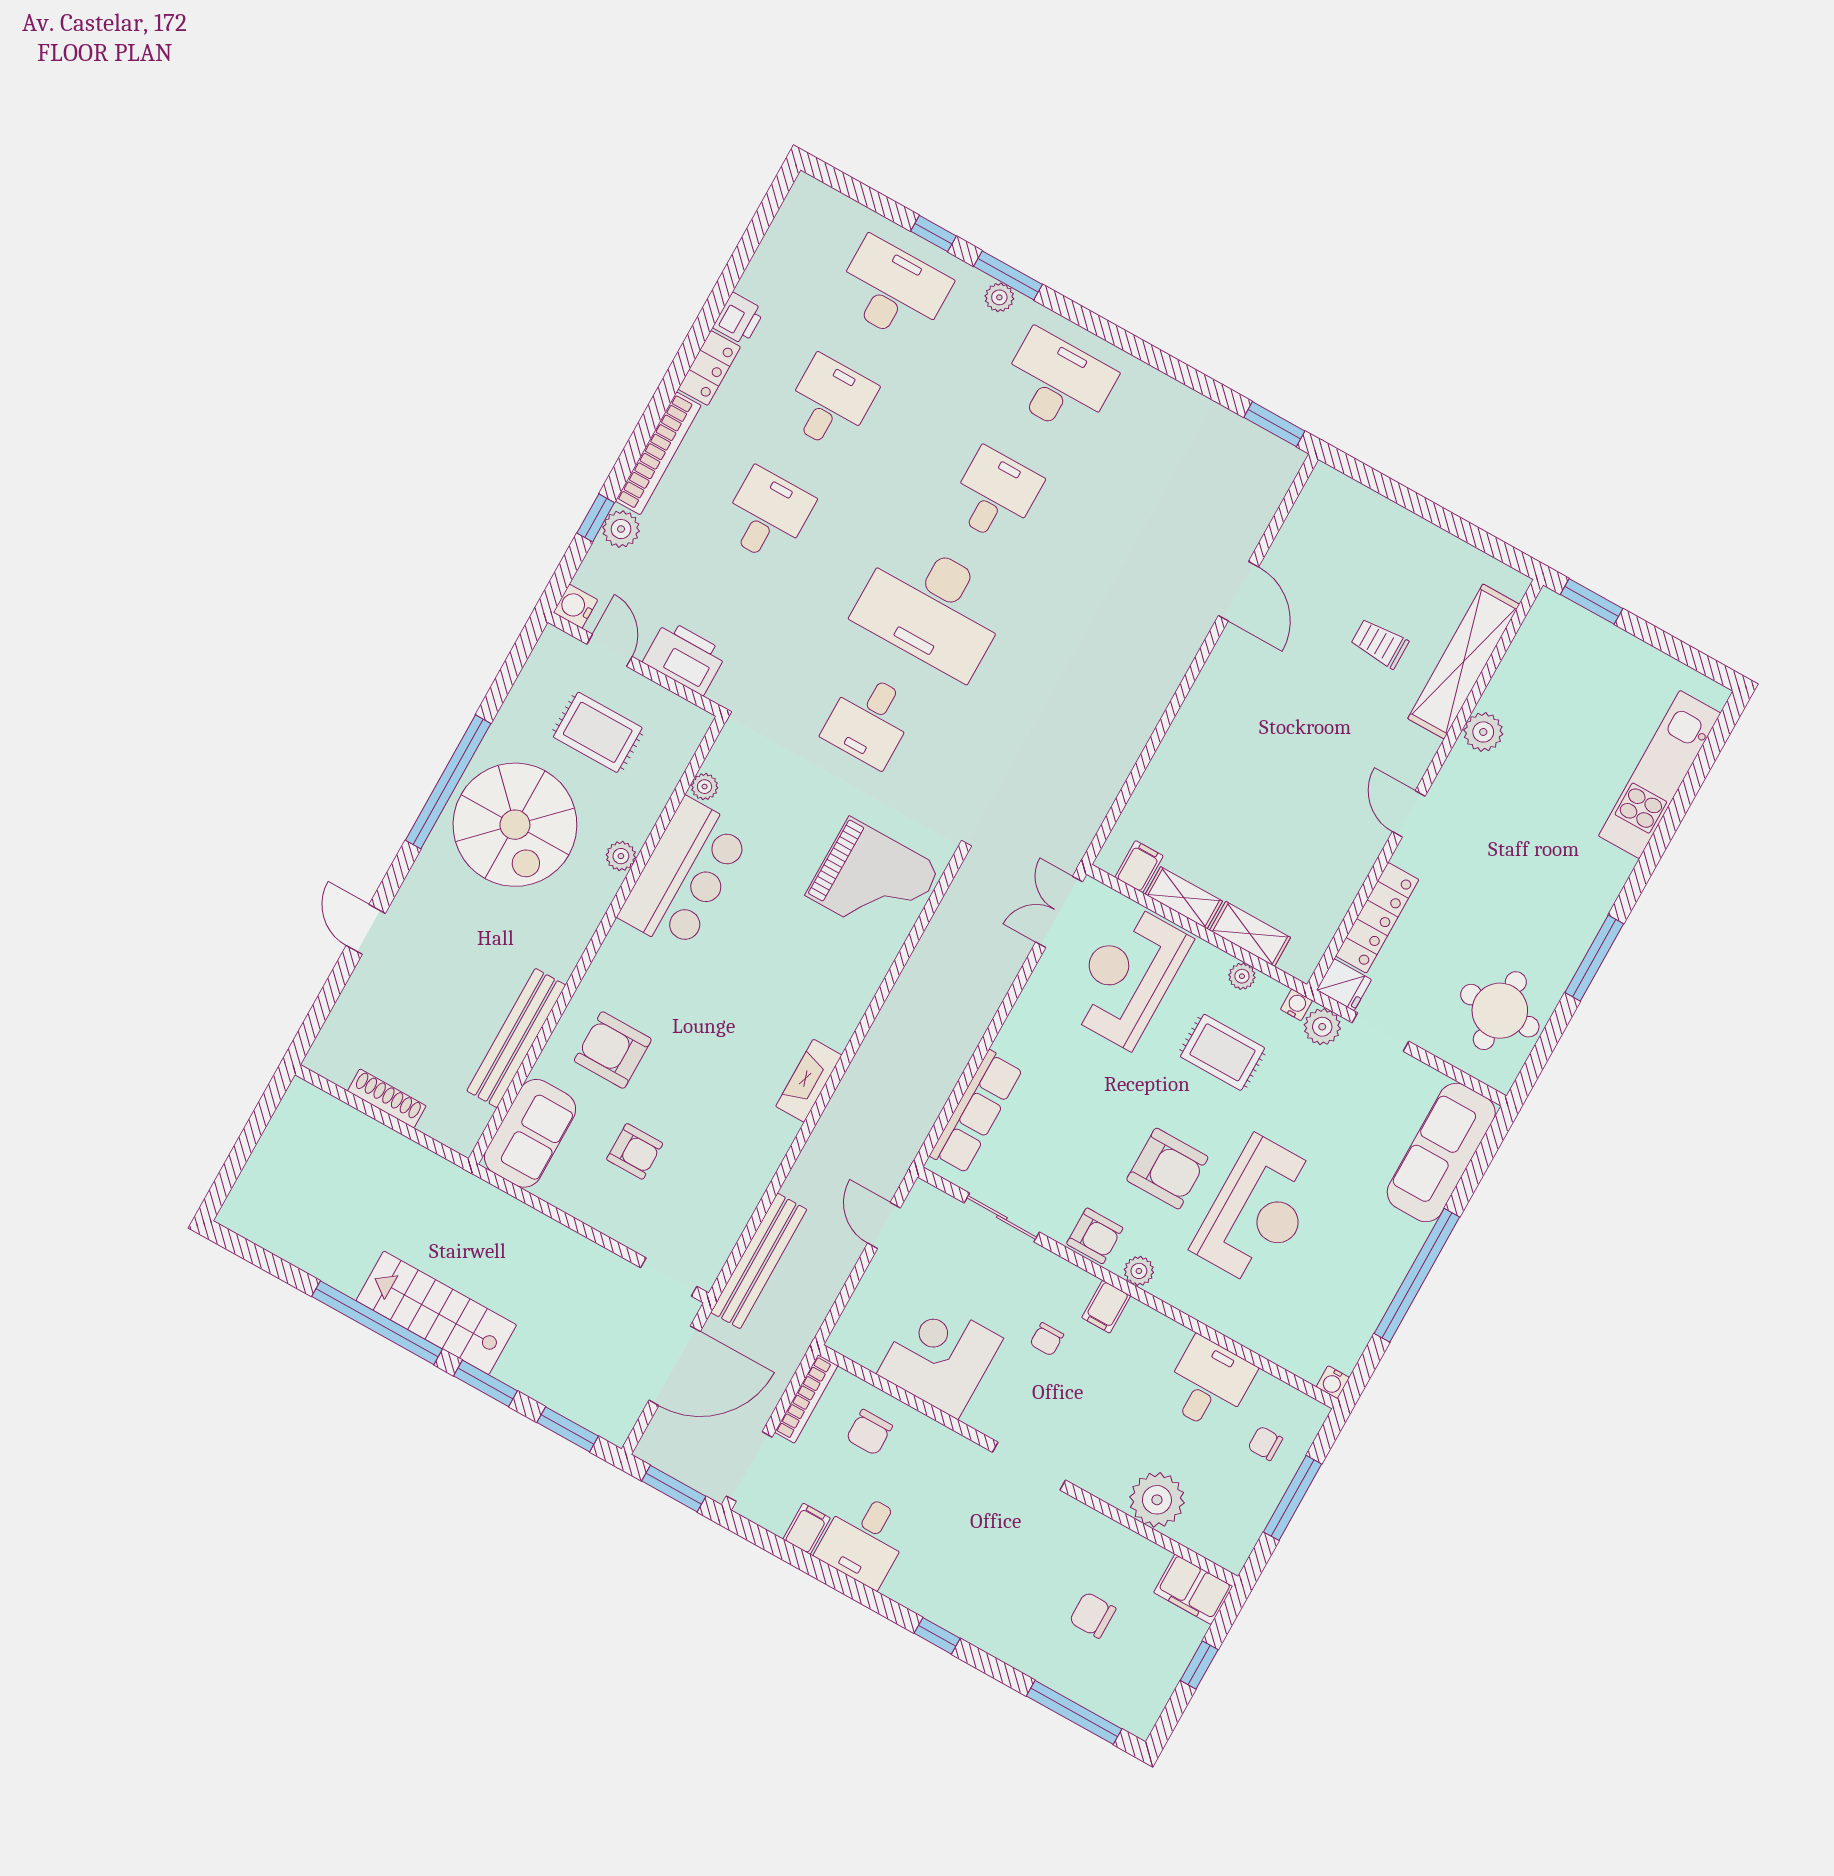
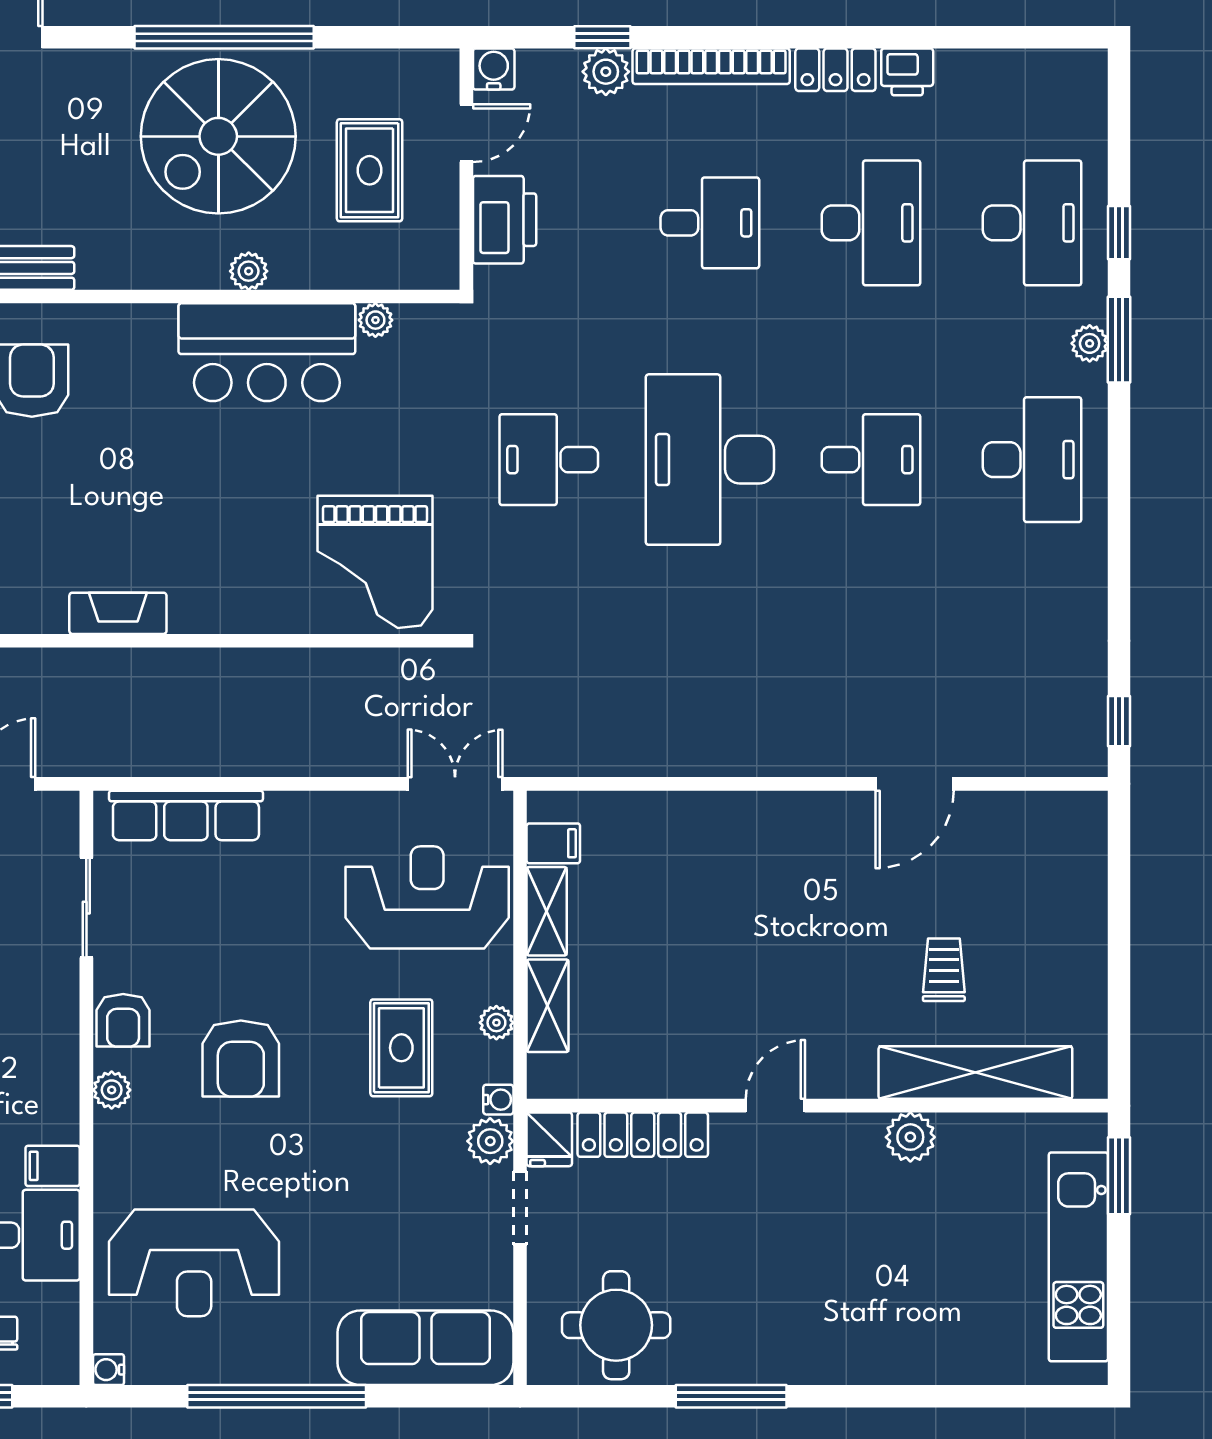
desk: (830, 403) -> (871, 223), width x1.37
window: (1274, 424) -> (1119, 721), width x0.67
kitchen unit: (1660, 775) -> (1078, 1257), moved, turned -90
reception desk: (1258, 1211) -> (194, 1263), moved
filing cabinet: (1106, 1307) -> (53, 1166), moved

